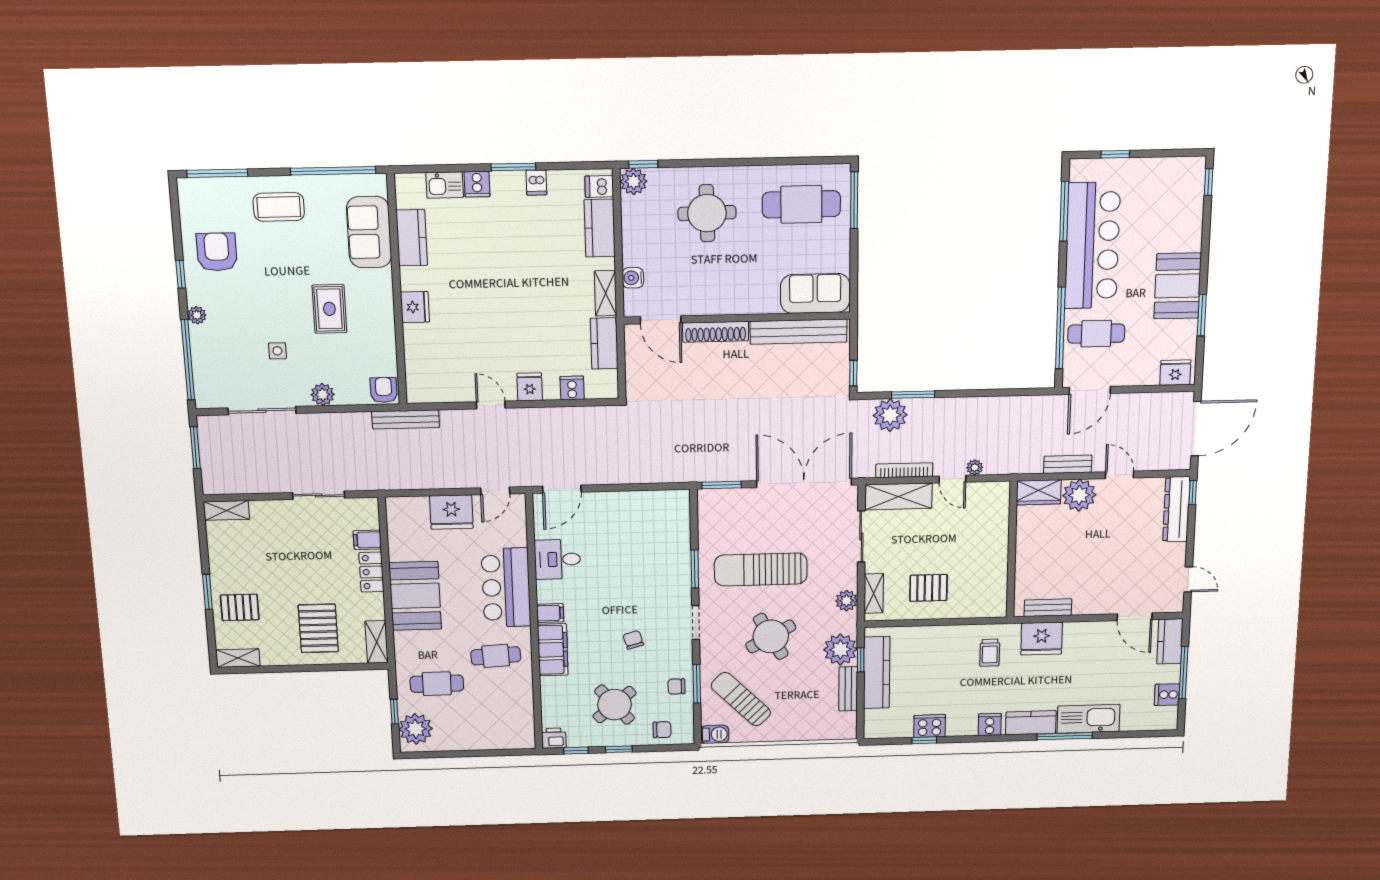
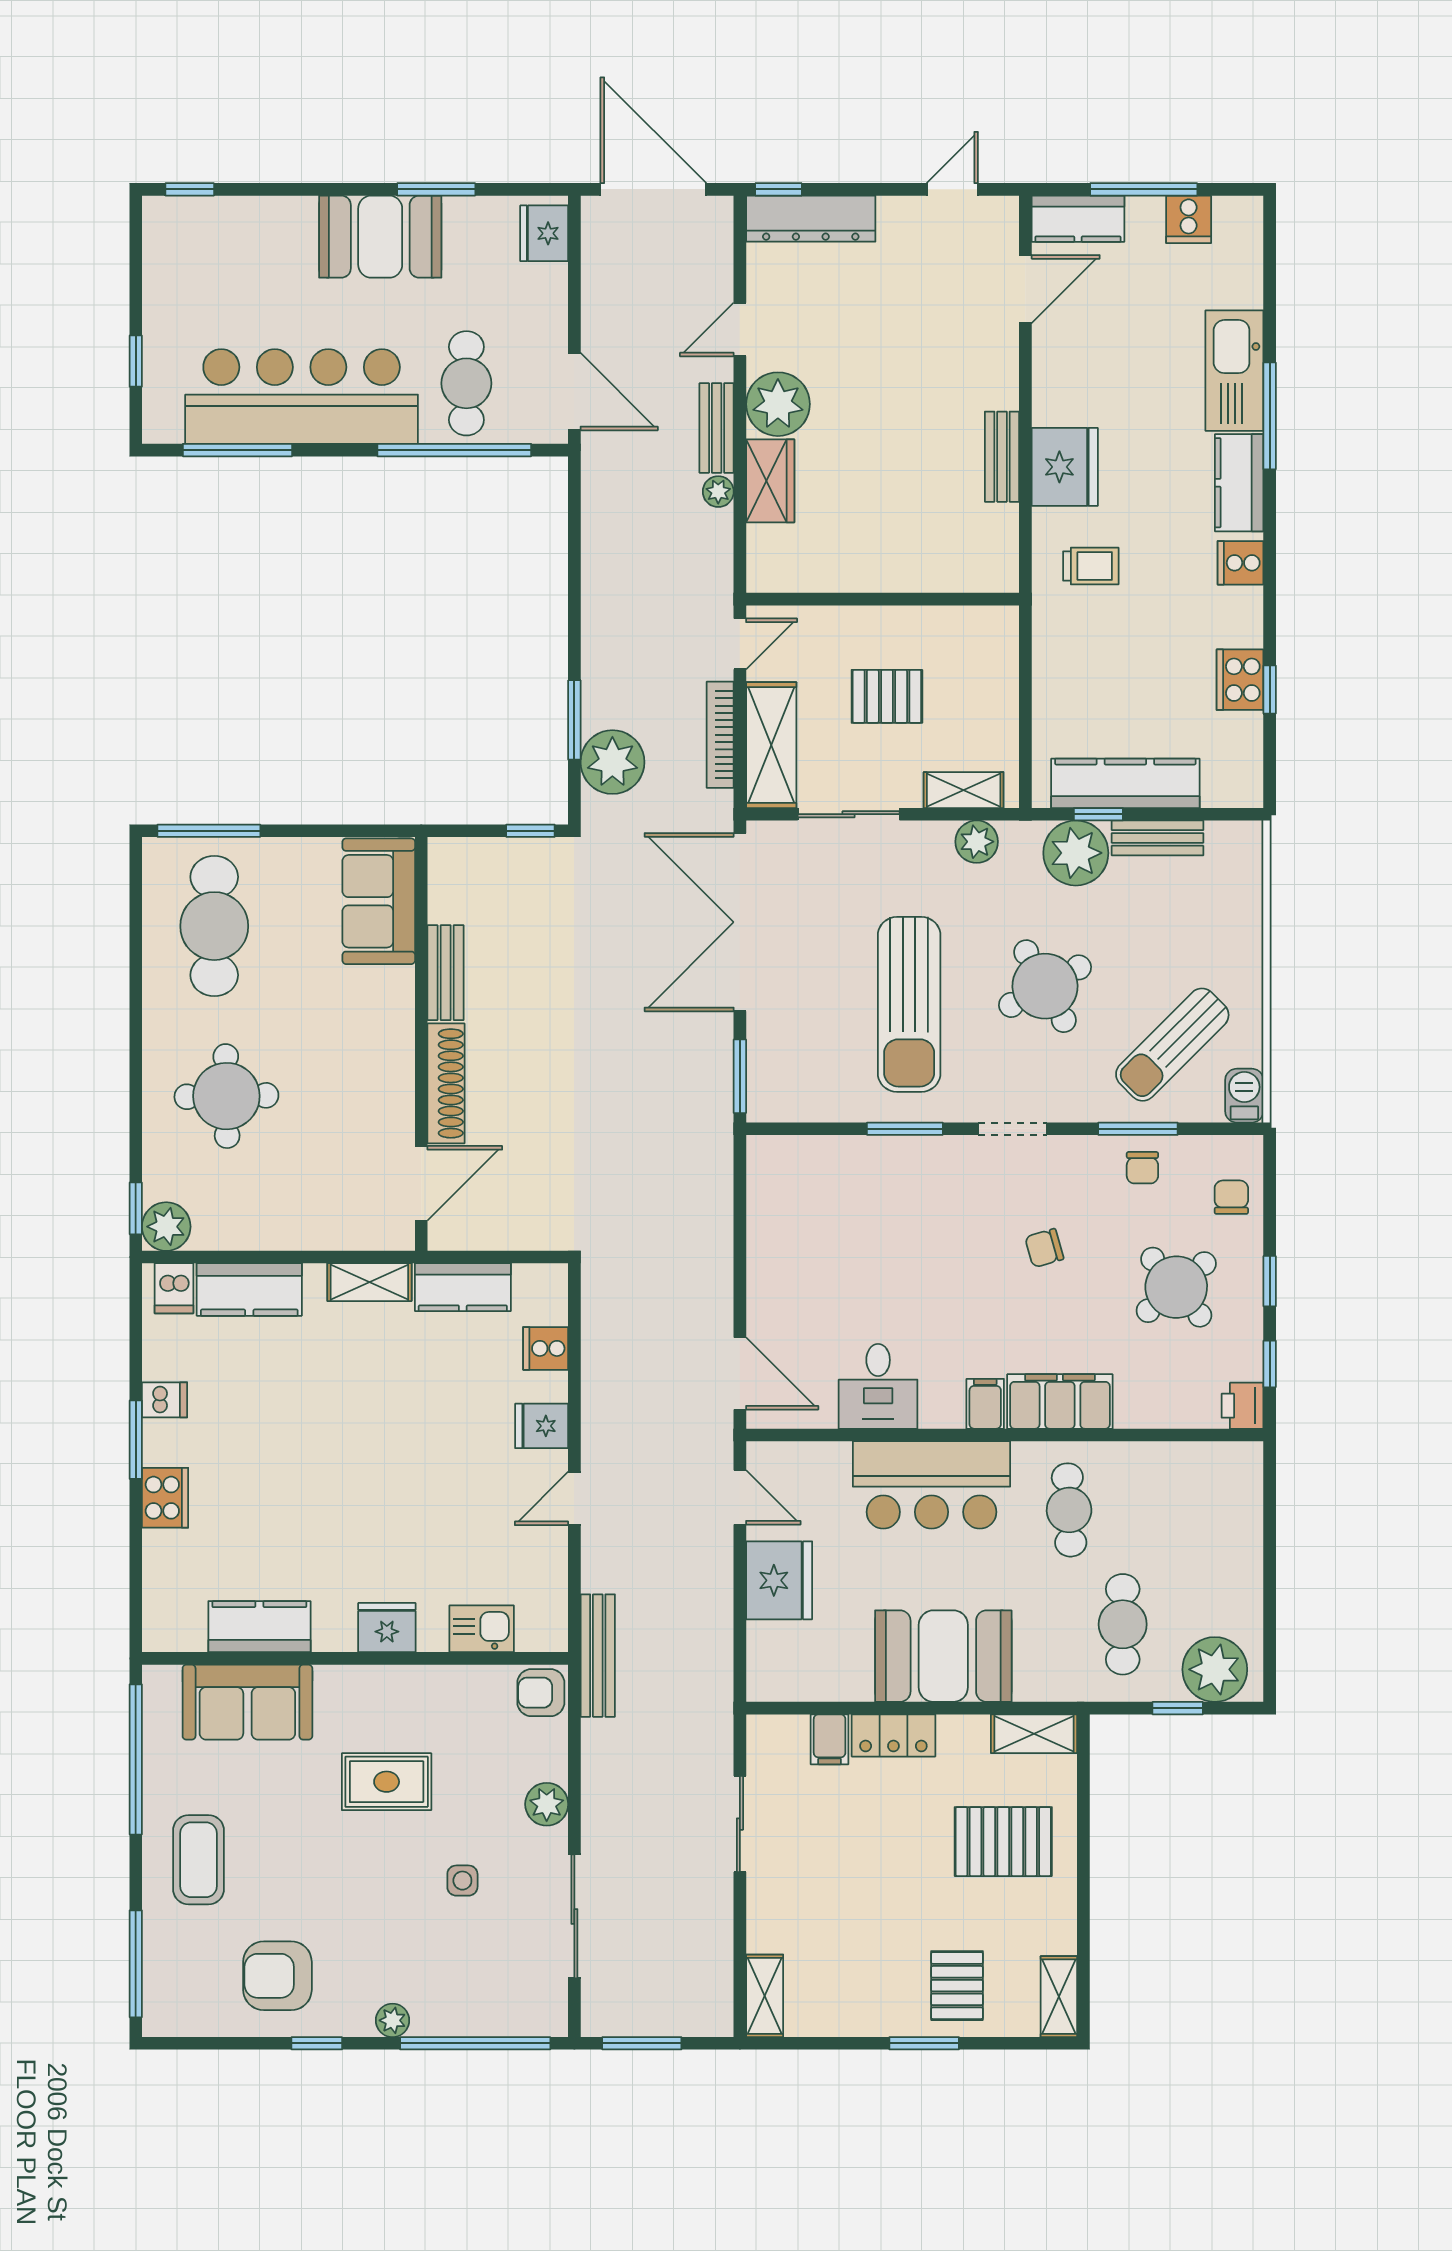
cooker: (477, 184) -> (165, 1498), width x1.36
kitchen sink: (445, 185) -> (482, 1629), moved, turned -90
water cooler: (633, 278) -> (342, 1232), removed
bench: (799, 332) -> (446, 973), width x0.54, depth x0.82
plant: (975, 467) -> (718, 492), moved
wall: (1012, 550) -> (883, 599), moved
pallet: (928, 588) -> (887, 696), moved, turned 90

